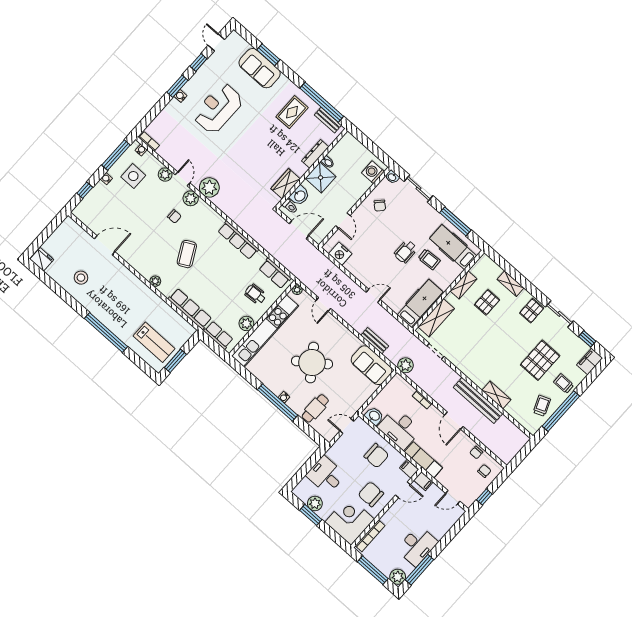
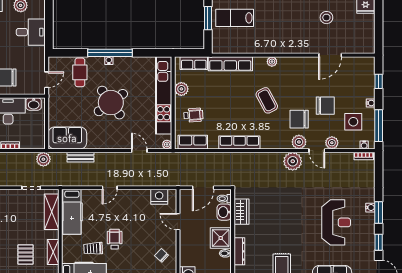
chair: (144, 209) -> (325, 106), added
chair: (174, 216) -> (299, 119), width x1.87, depth x1.87

